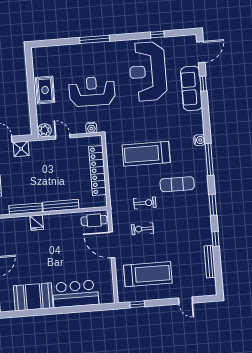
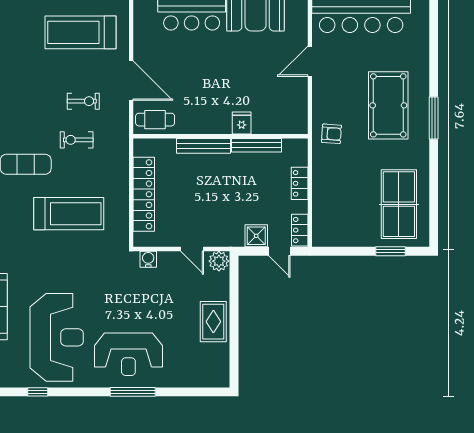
reception desk: (92, 91) -> (128, 354), moved

